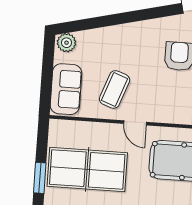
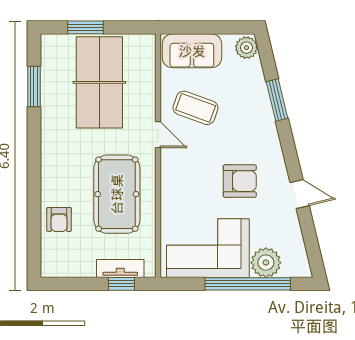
window: (113, 20) -> (277, 100), added
door: (135, 123) -> (158, 135), swing flipped

